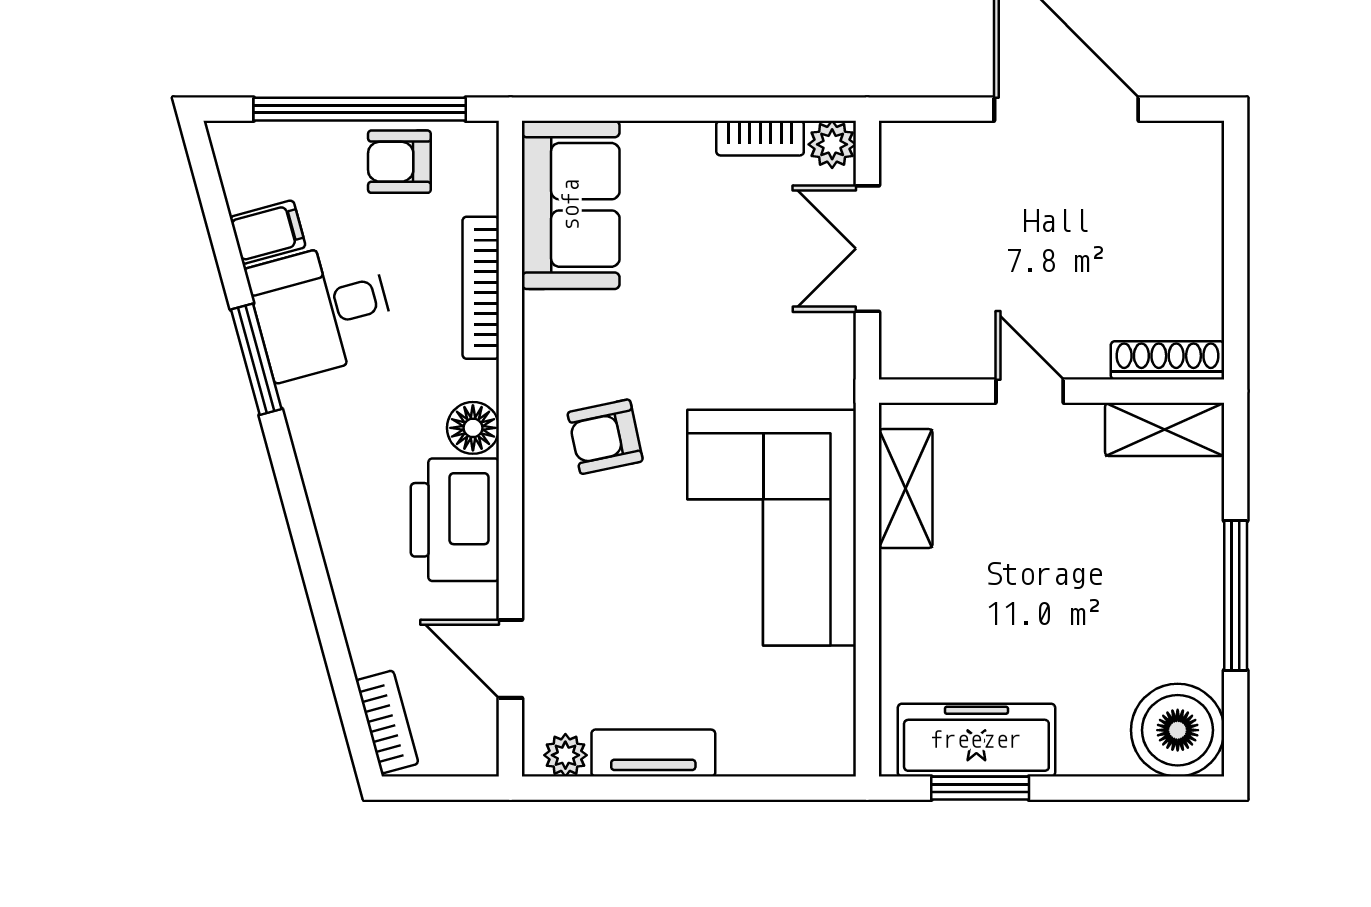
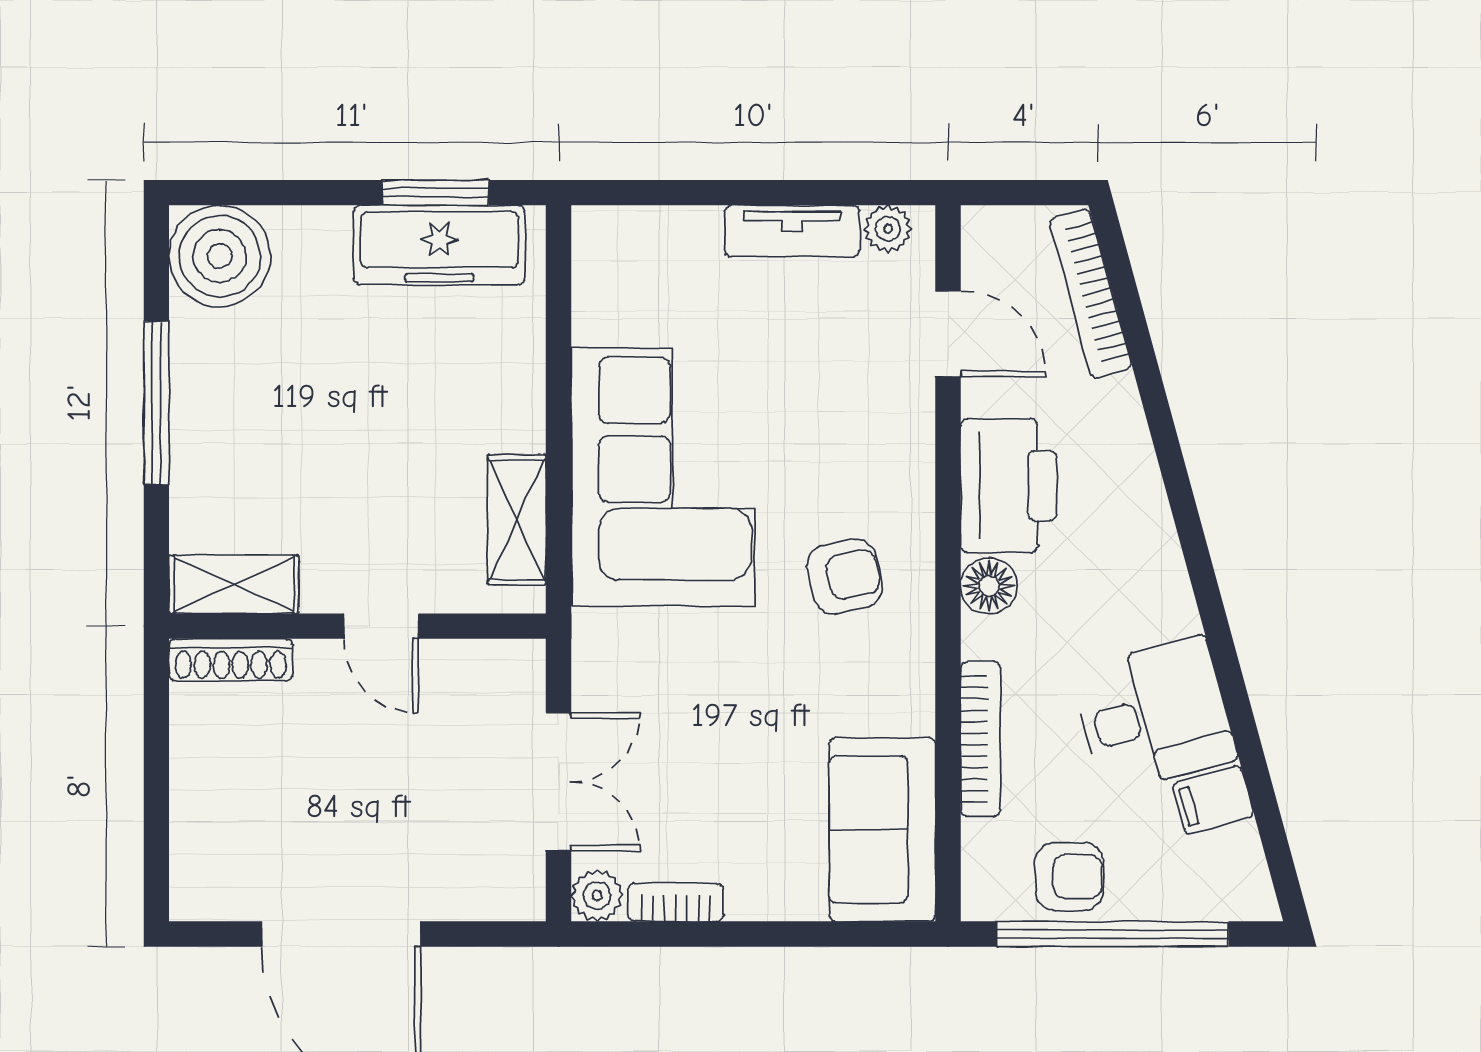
window: (256, 359) -> (1226, 661), removed
bookcase: (387, 722) -> (1091, 294), width x1.56

